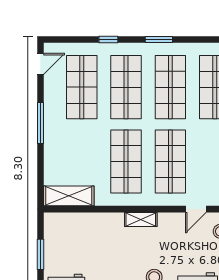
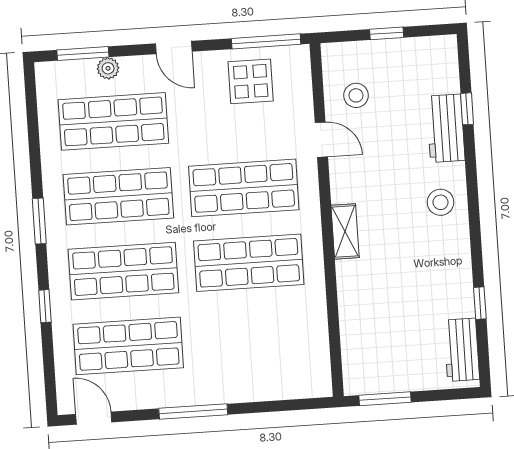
shelving: (69, 196) -> (313, 356), removed
window: (40, 254) -> (385, 399), moved

